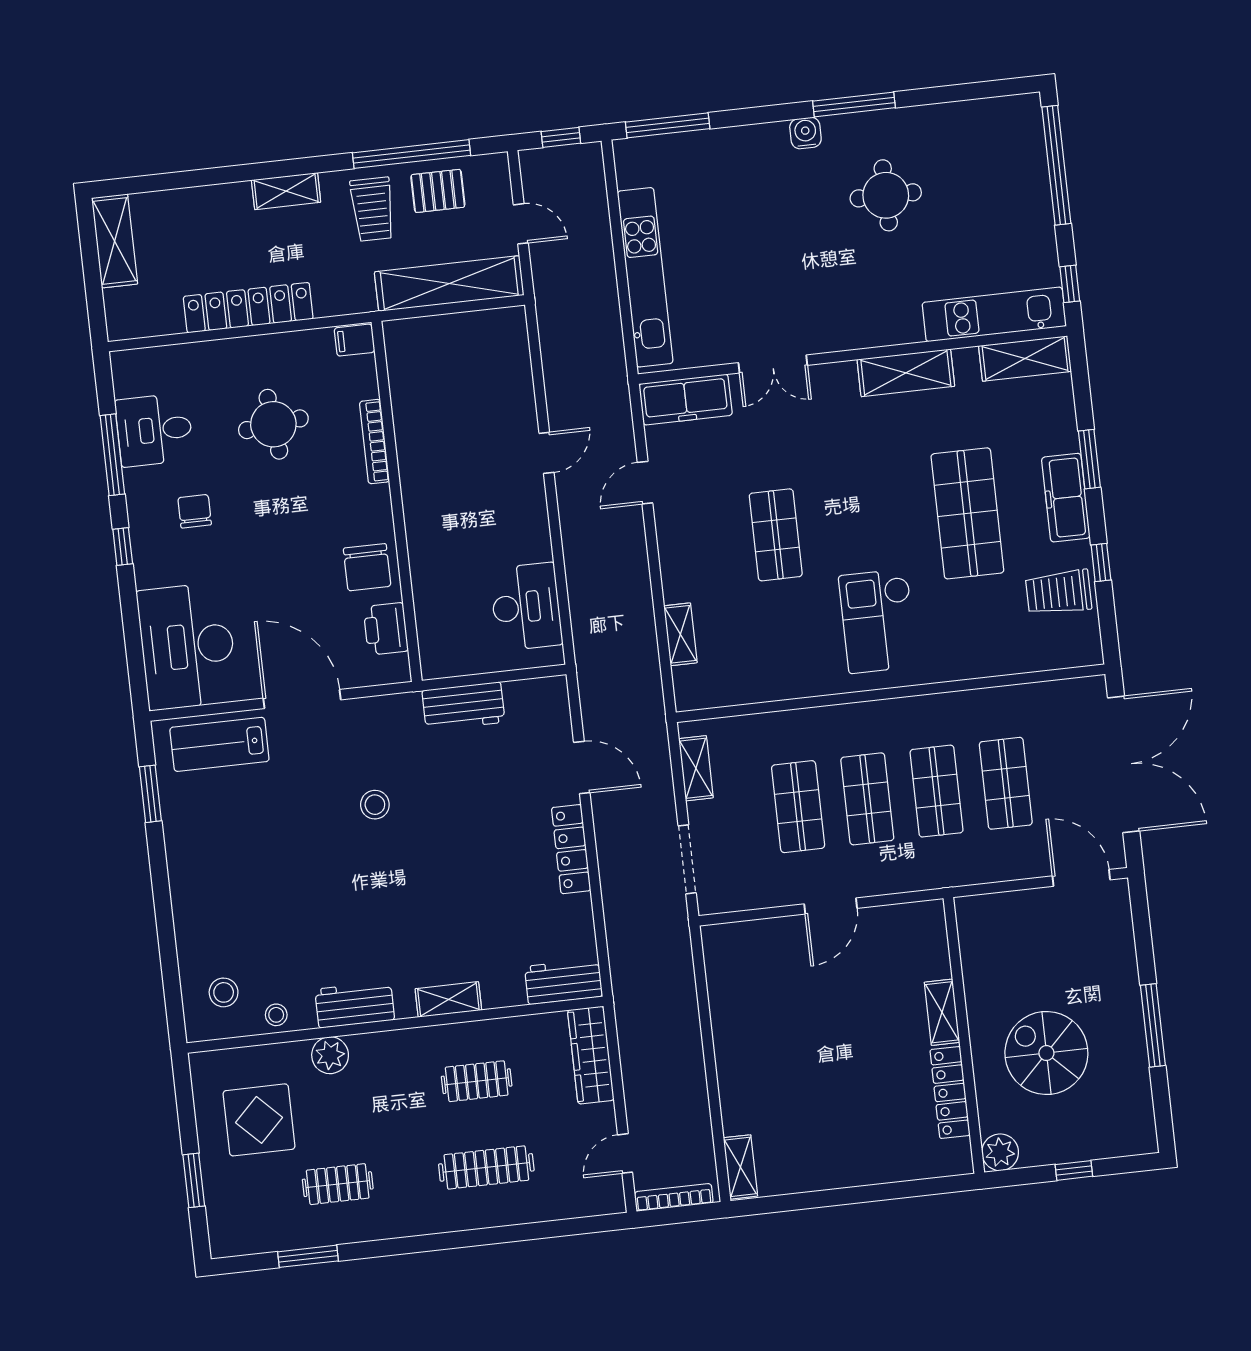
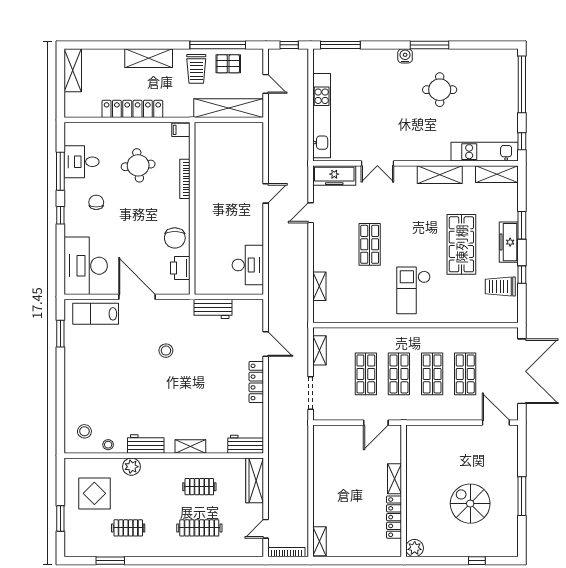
shelving: (286, 191) -> (149, 58), width x1.50, depth x1.33
shelving: (942, 1012) -> (394, 479), moved
wall: (964, 1035) -> (404, 491), moved
locker: (950, 1092) -> (394, 517), moved
plant: (1000, 1152) -> (415, 548), moved

